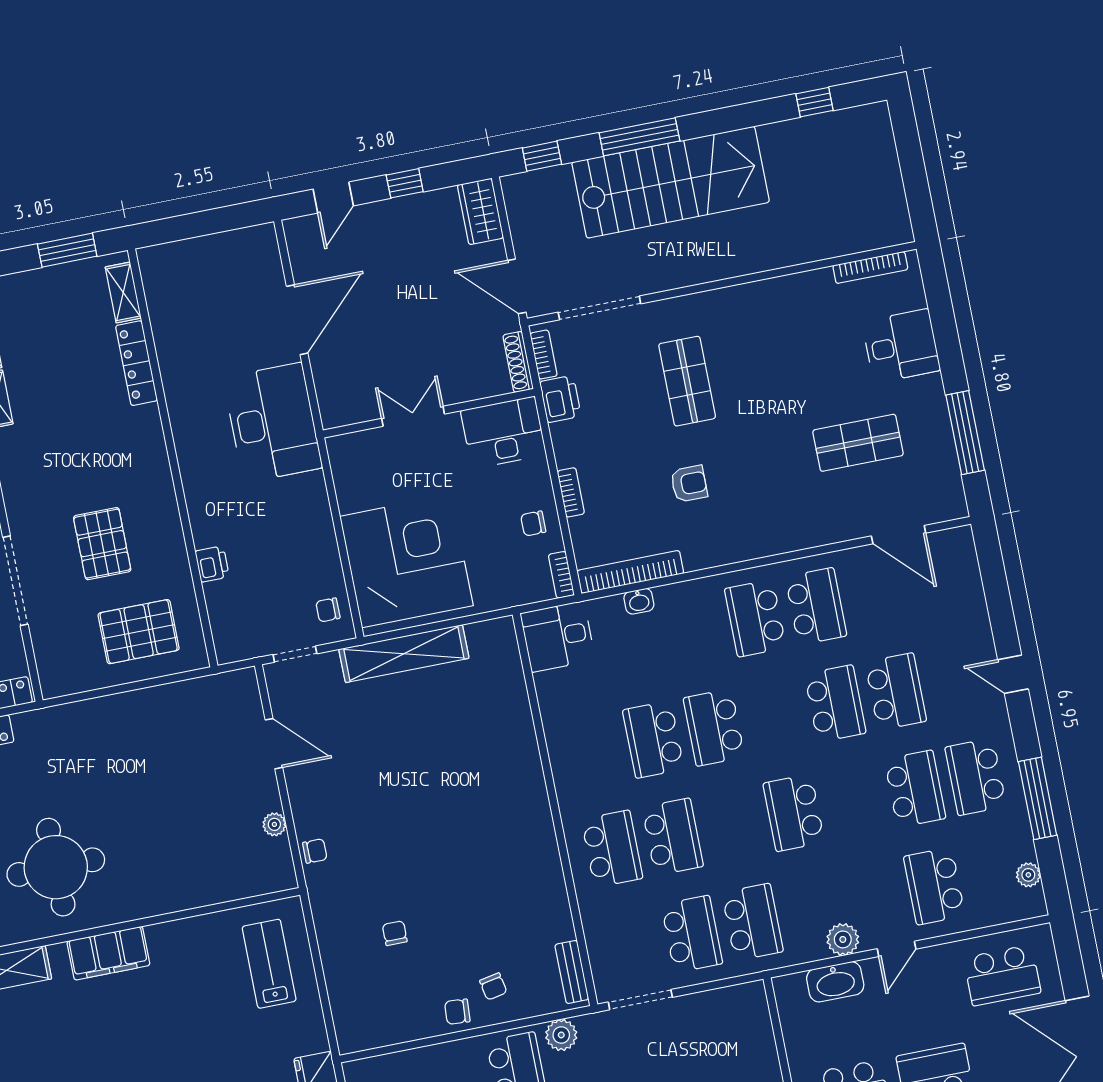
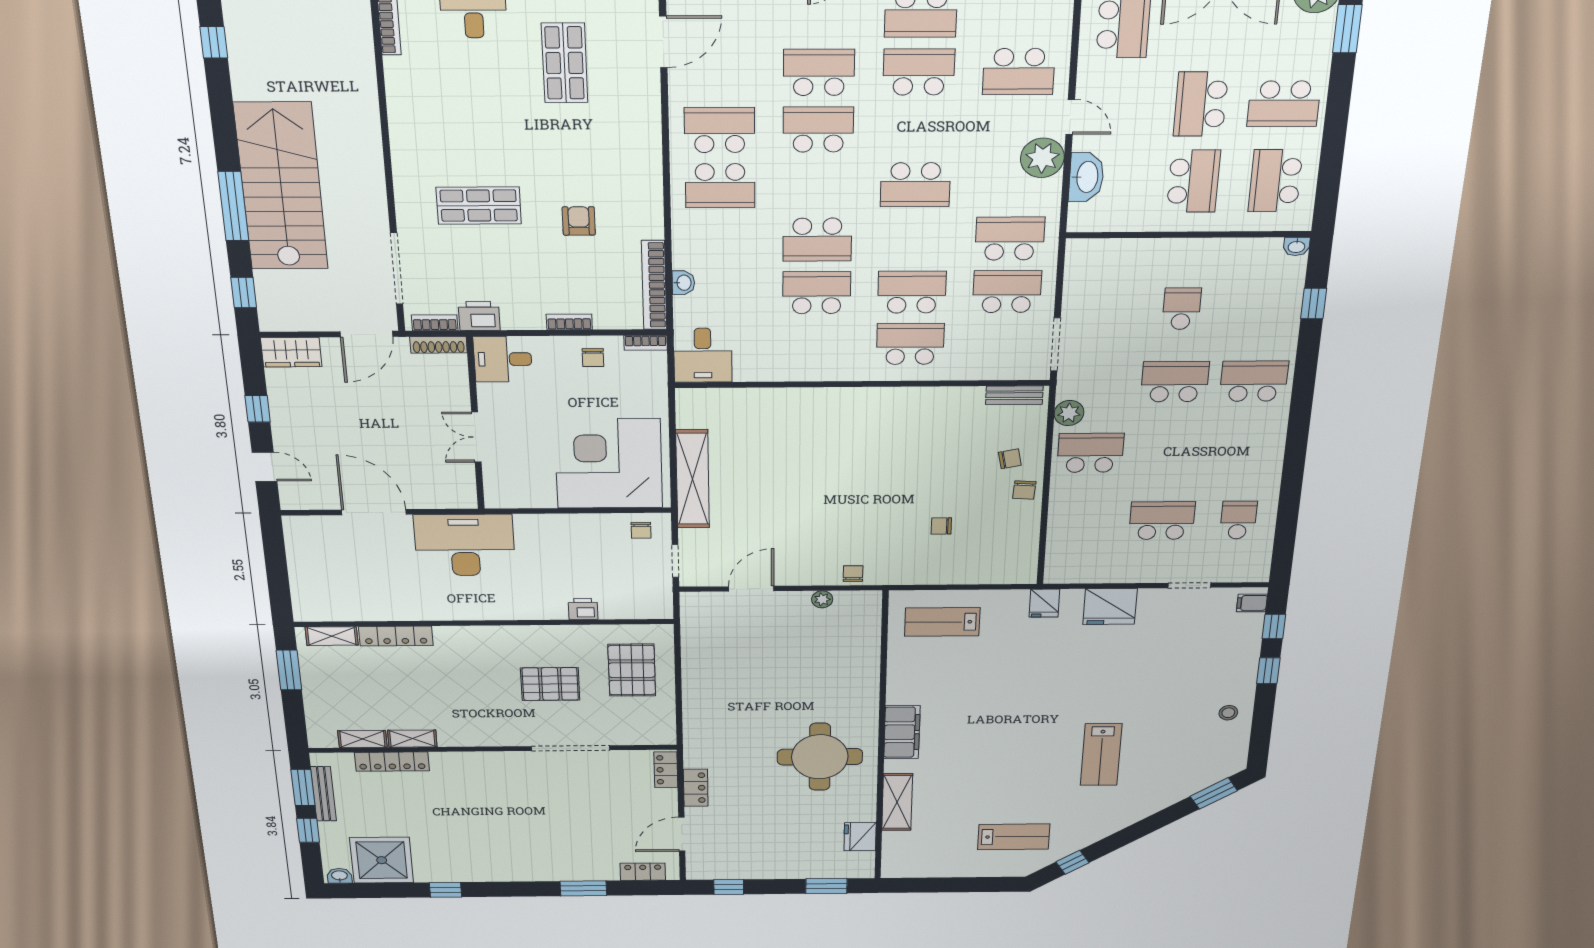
desk: (503, 433) -> (503, 359), width x0.73
school desk: (653, 740) -> (817, 293), turned 180
plant: (843, 939) -> (1042, 158), width x1.36, depth x1.36

